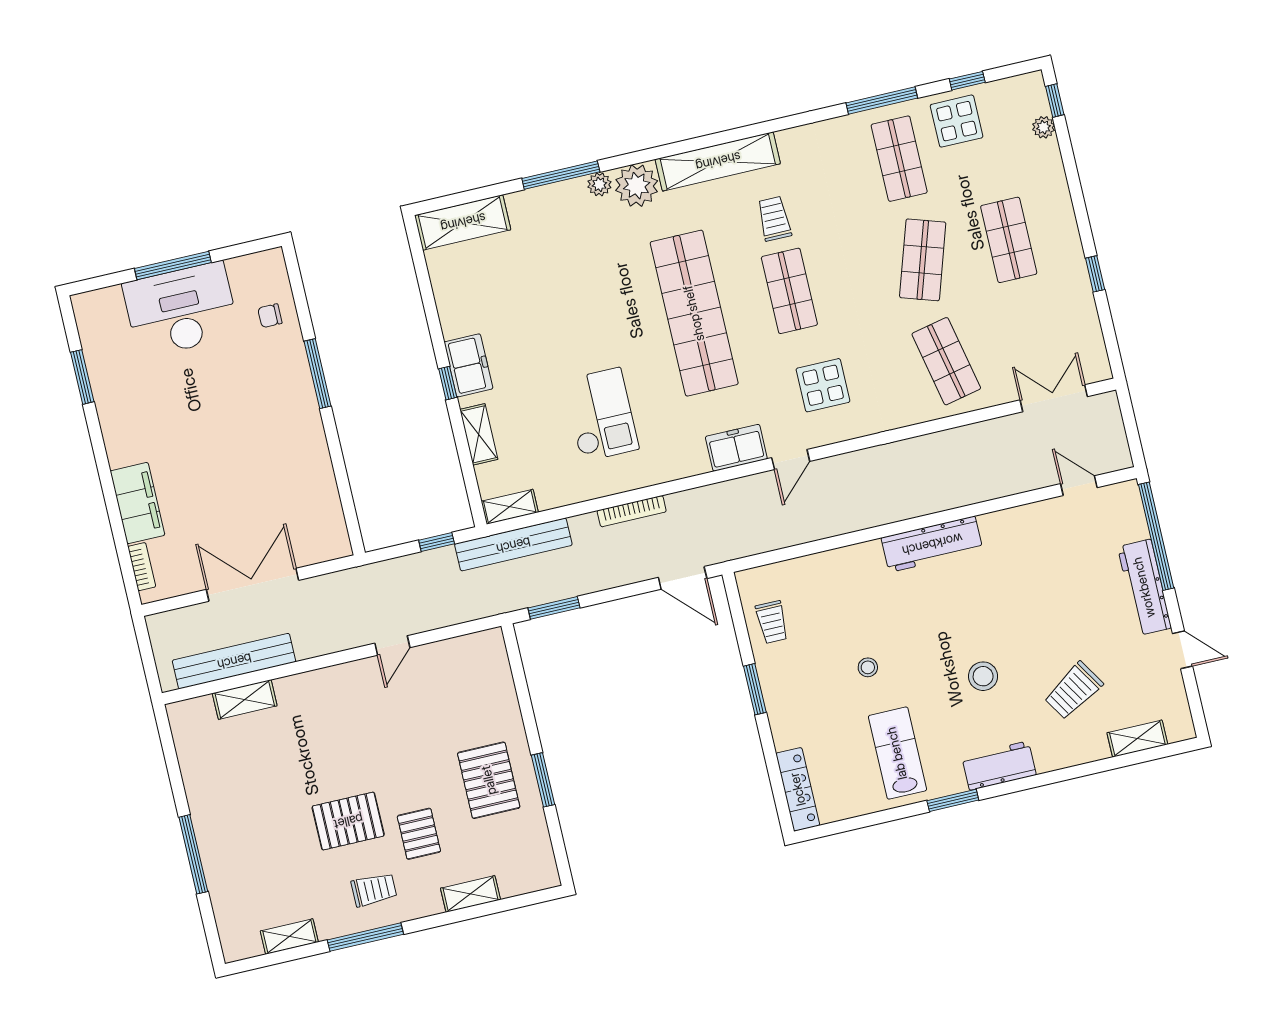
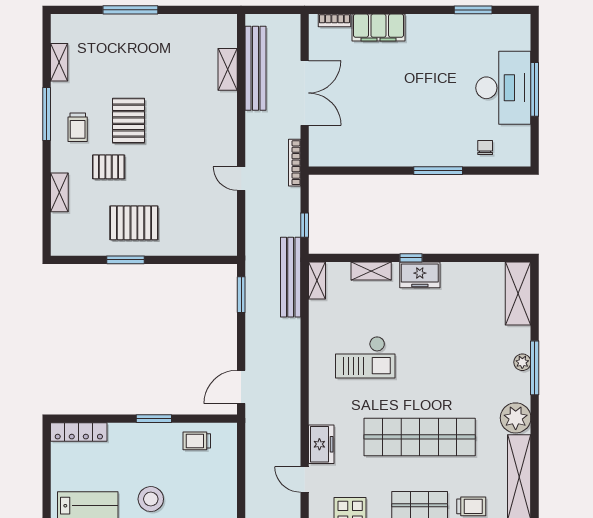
plant: (599, 184) -> (522, 362), moved
bookcase: (632, 511) -> (295, 163), moved
stool: (868, 667) -> (151, 499), width x1.89, depth x1.89

